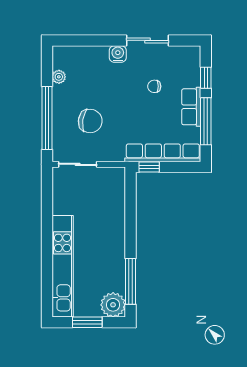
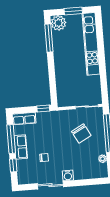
chair: (90, 121) -> (81, 133), turned -126
row of seats: (163, 153) -> (24, 119), width x0.50

